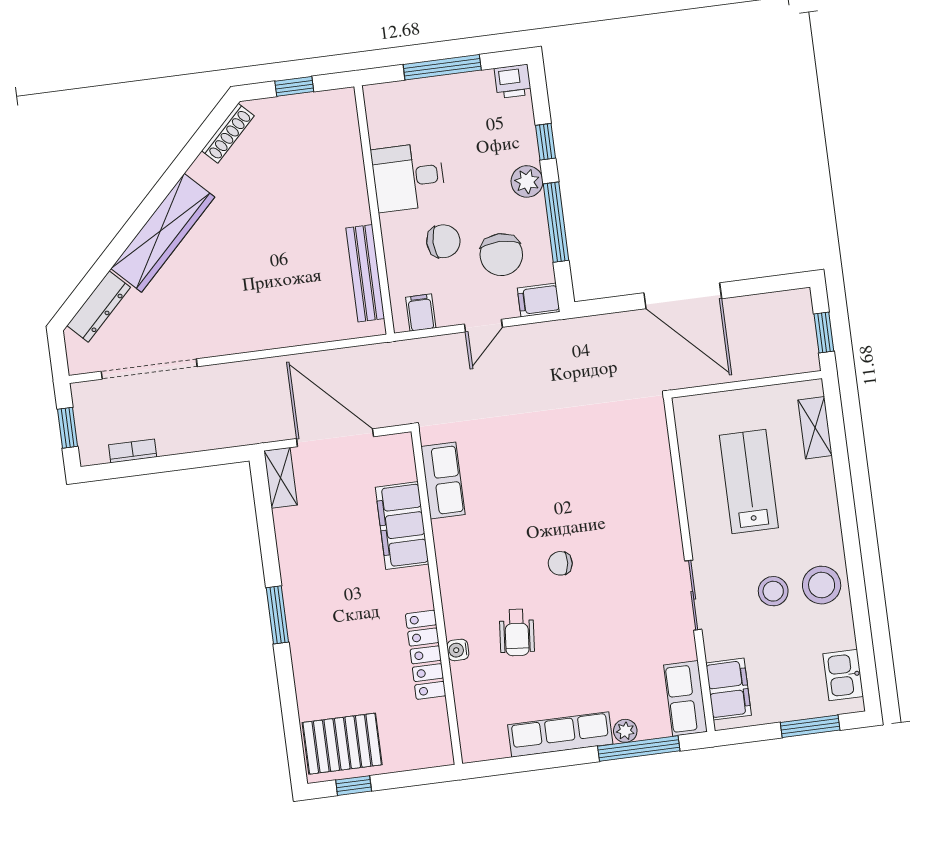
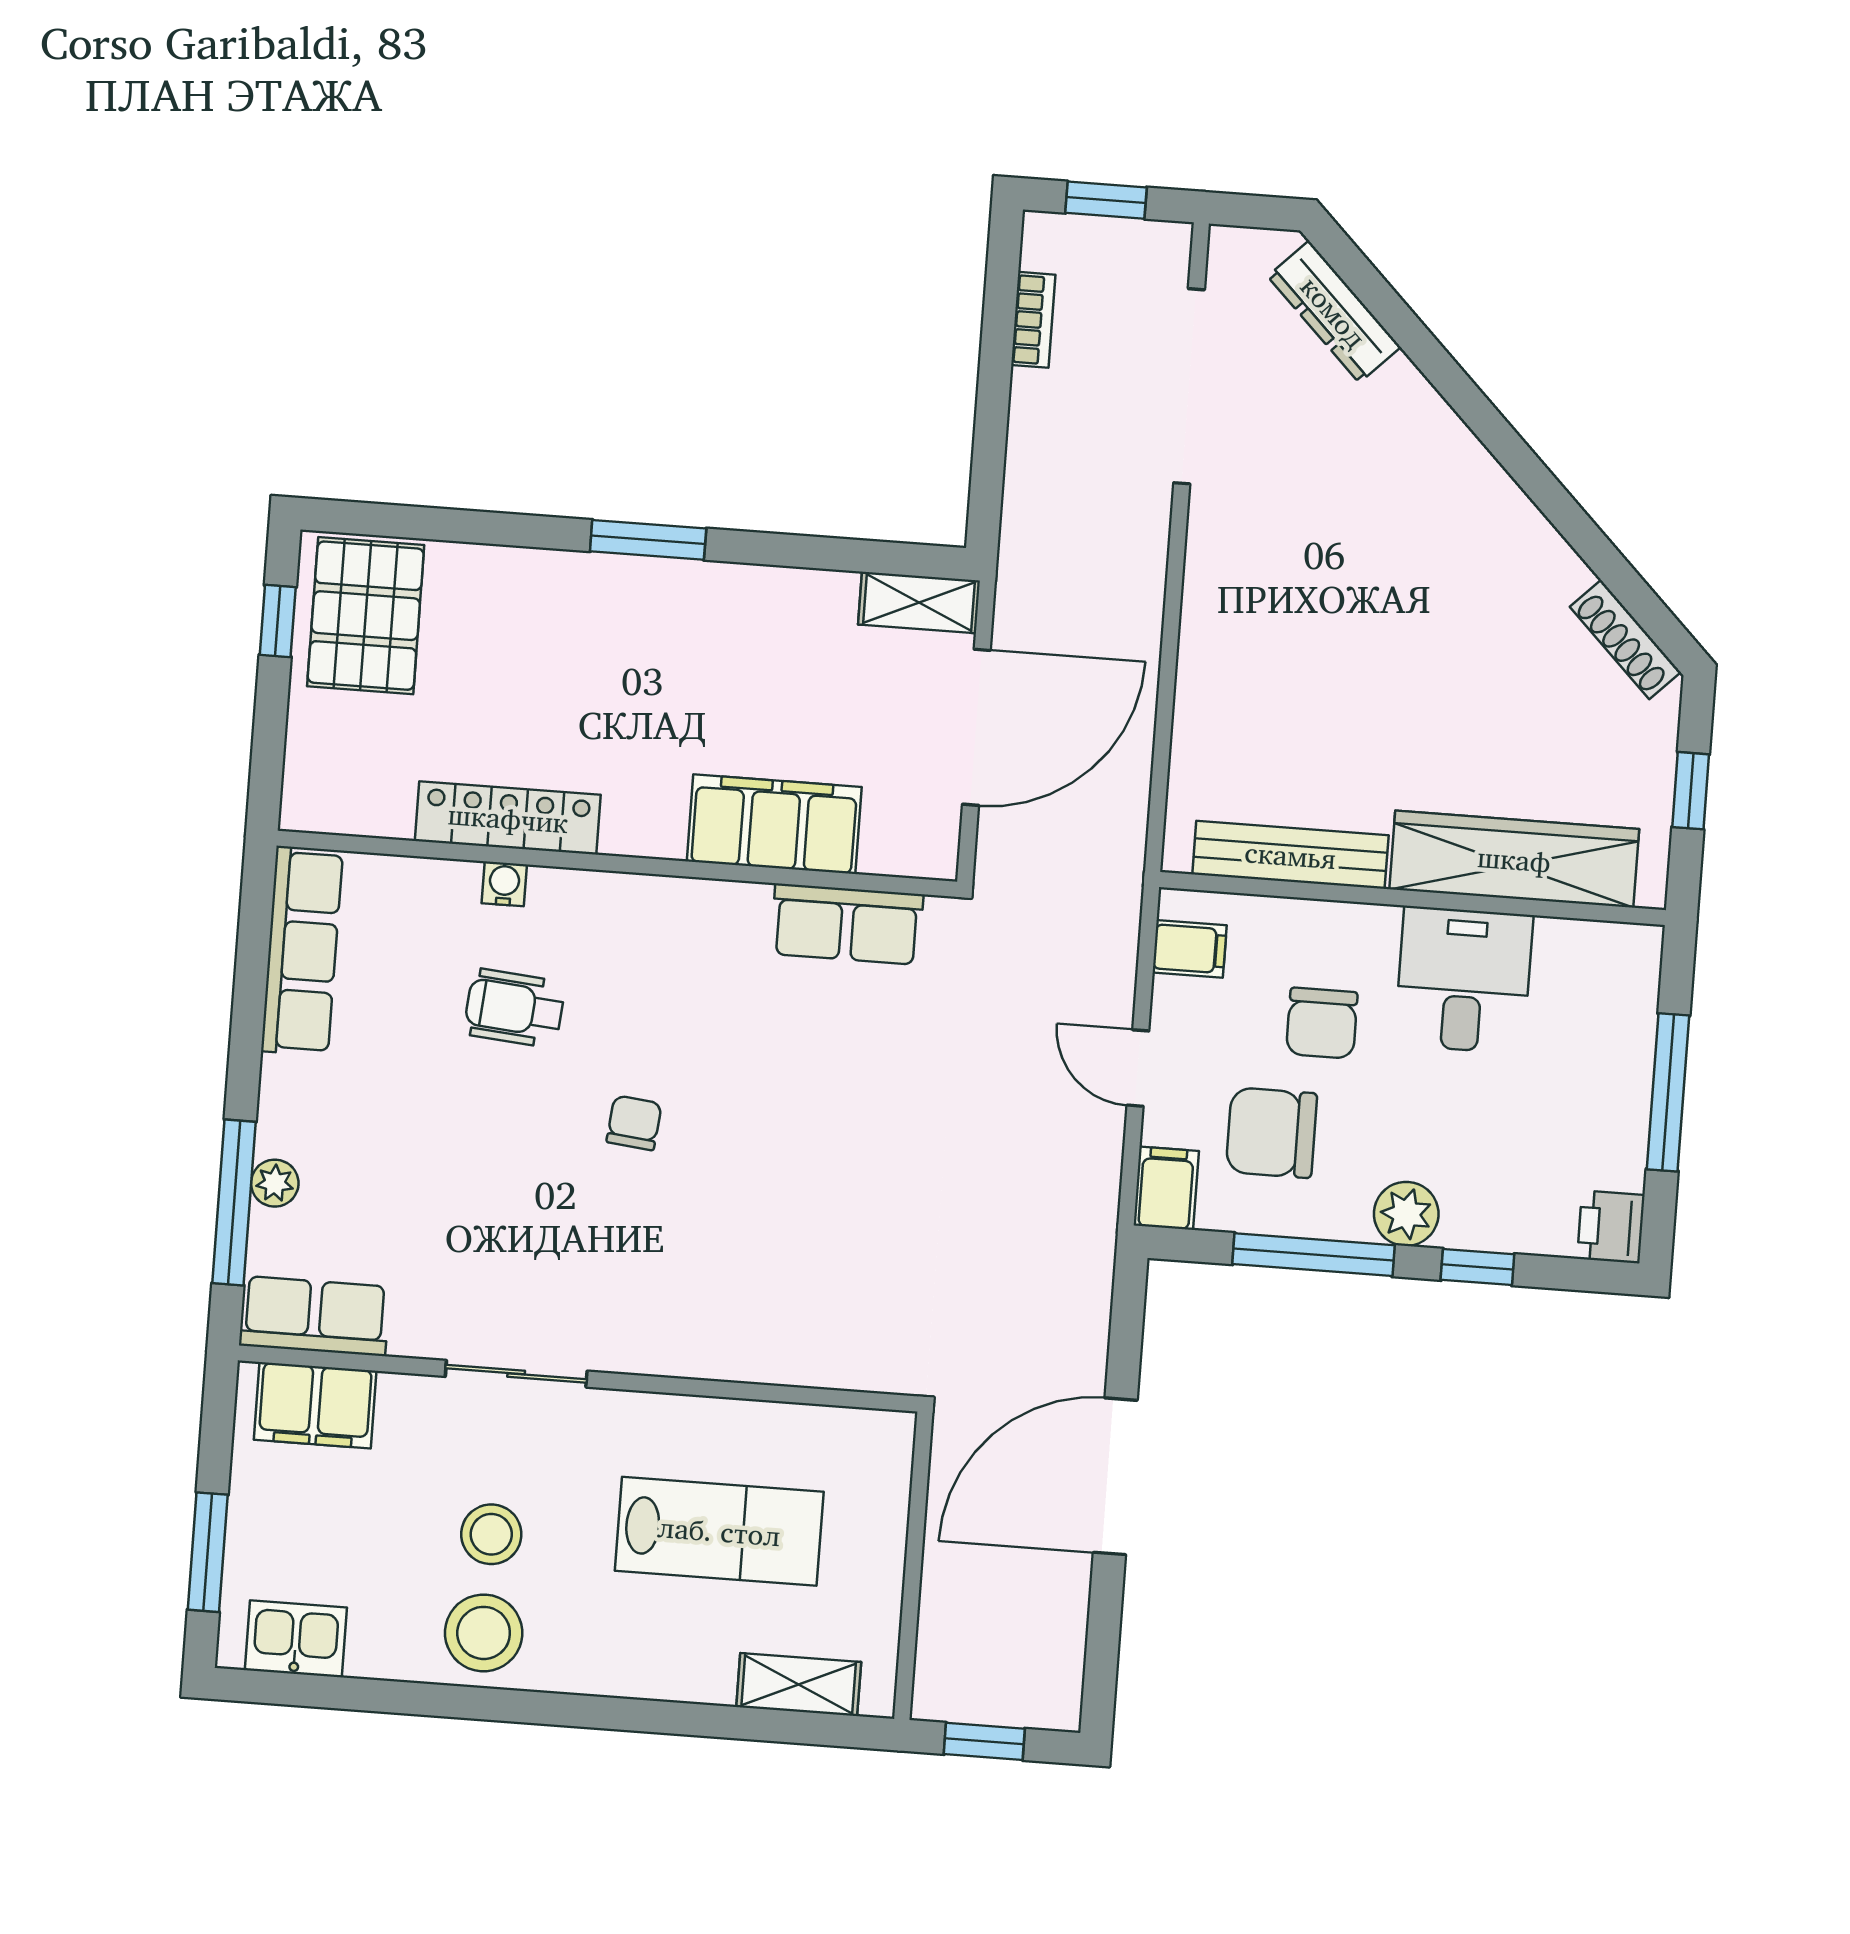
wardrobe: (163, 233) -> (1514, 859), moved, turned 135
row of seats: (560, 734) -> (302, 951), moved

